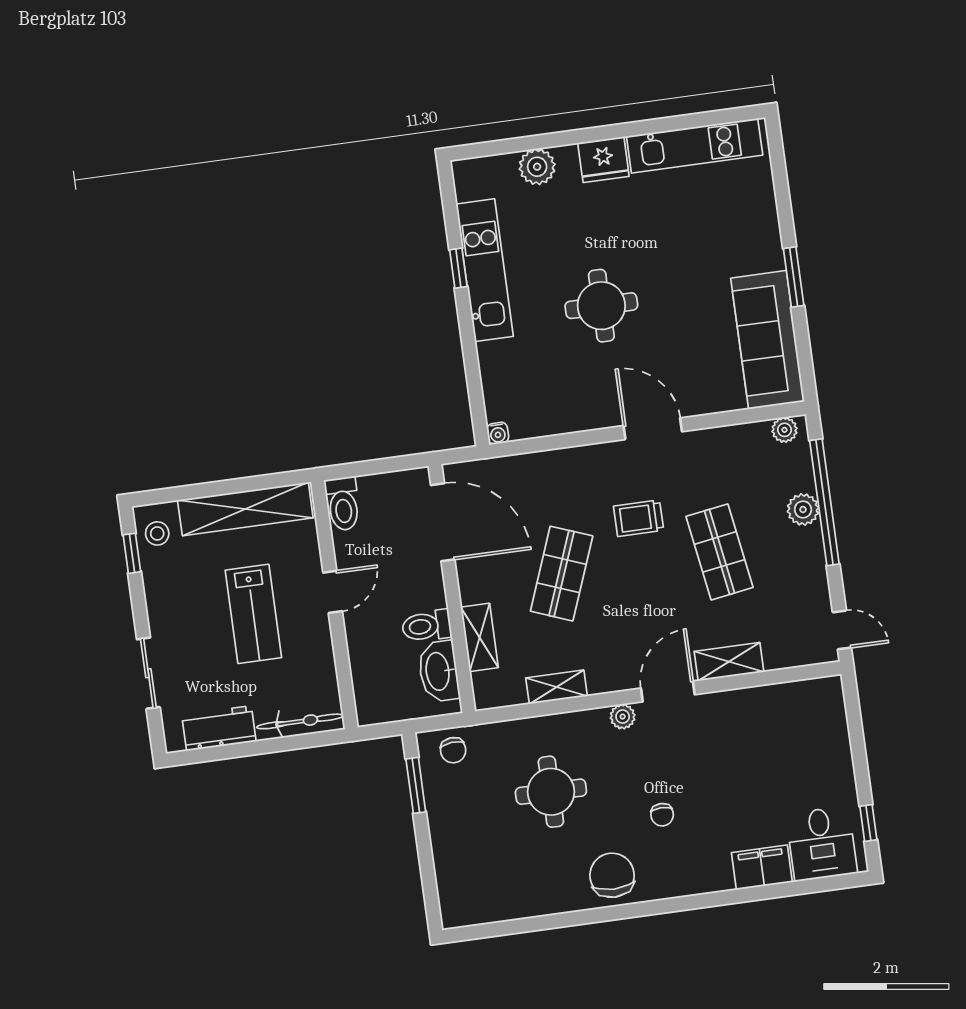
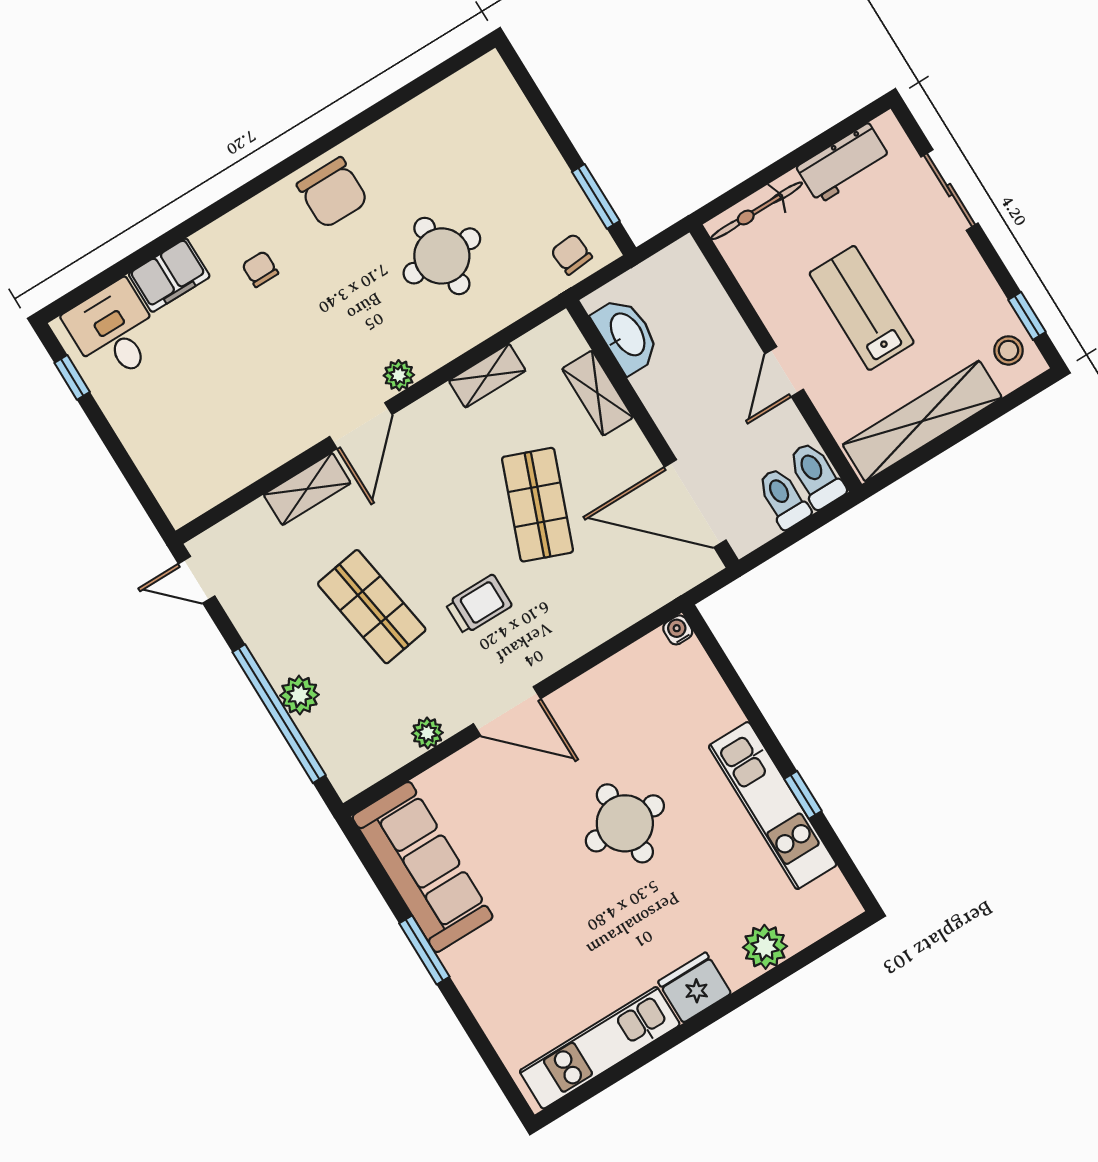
plant: (784, 430) -> (427, 733), moved
toilet: (427, 626) -> (783, 498), moved, turned -90
chair: (662, 815) -> (260, 269), moved

